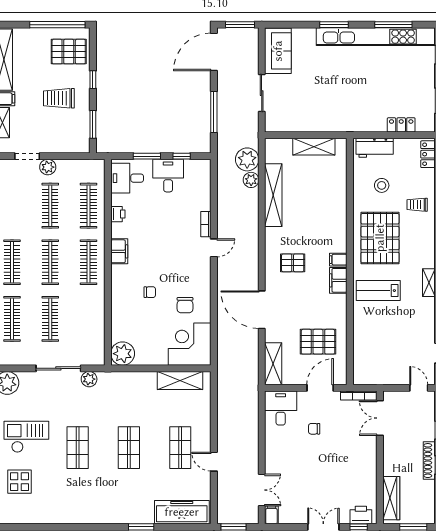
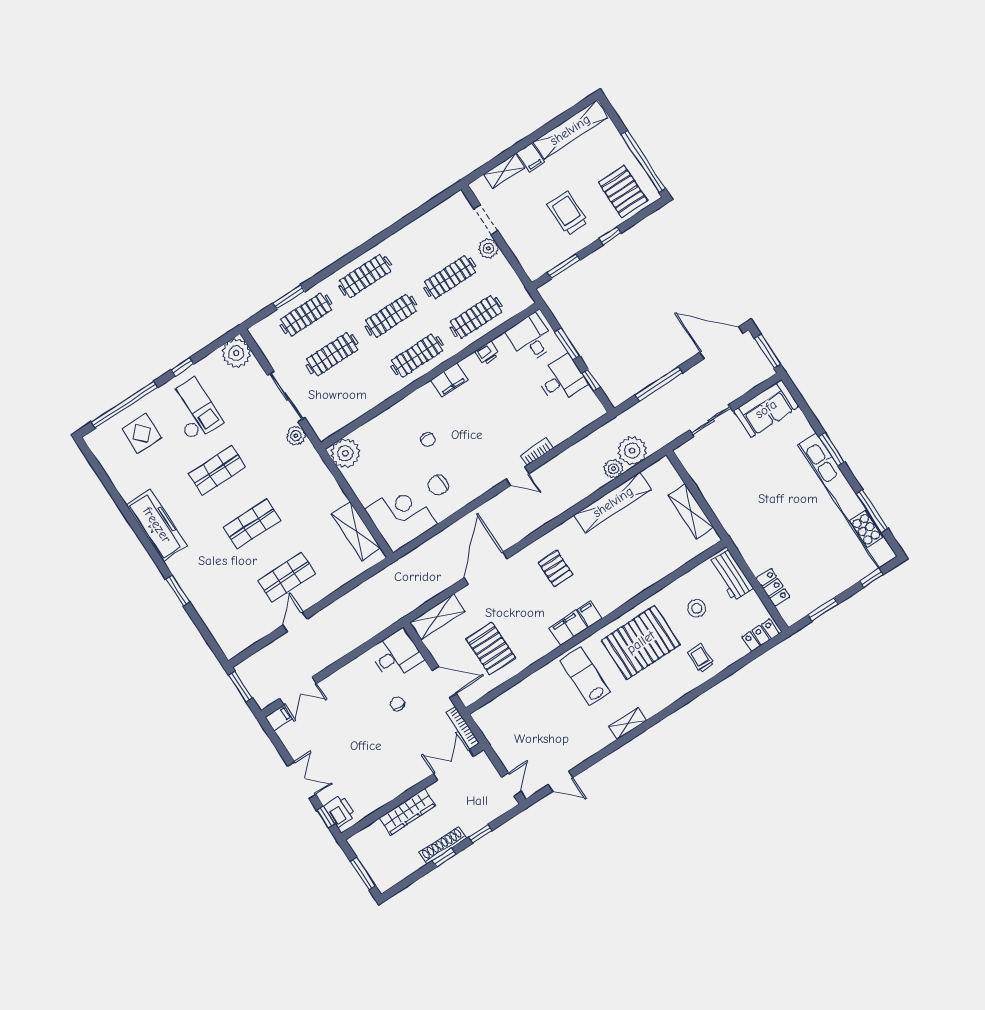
wardrobe: (391, 498) -> (408, 812), moved
freezer: (182, 512) -> (157, 525), moved

